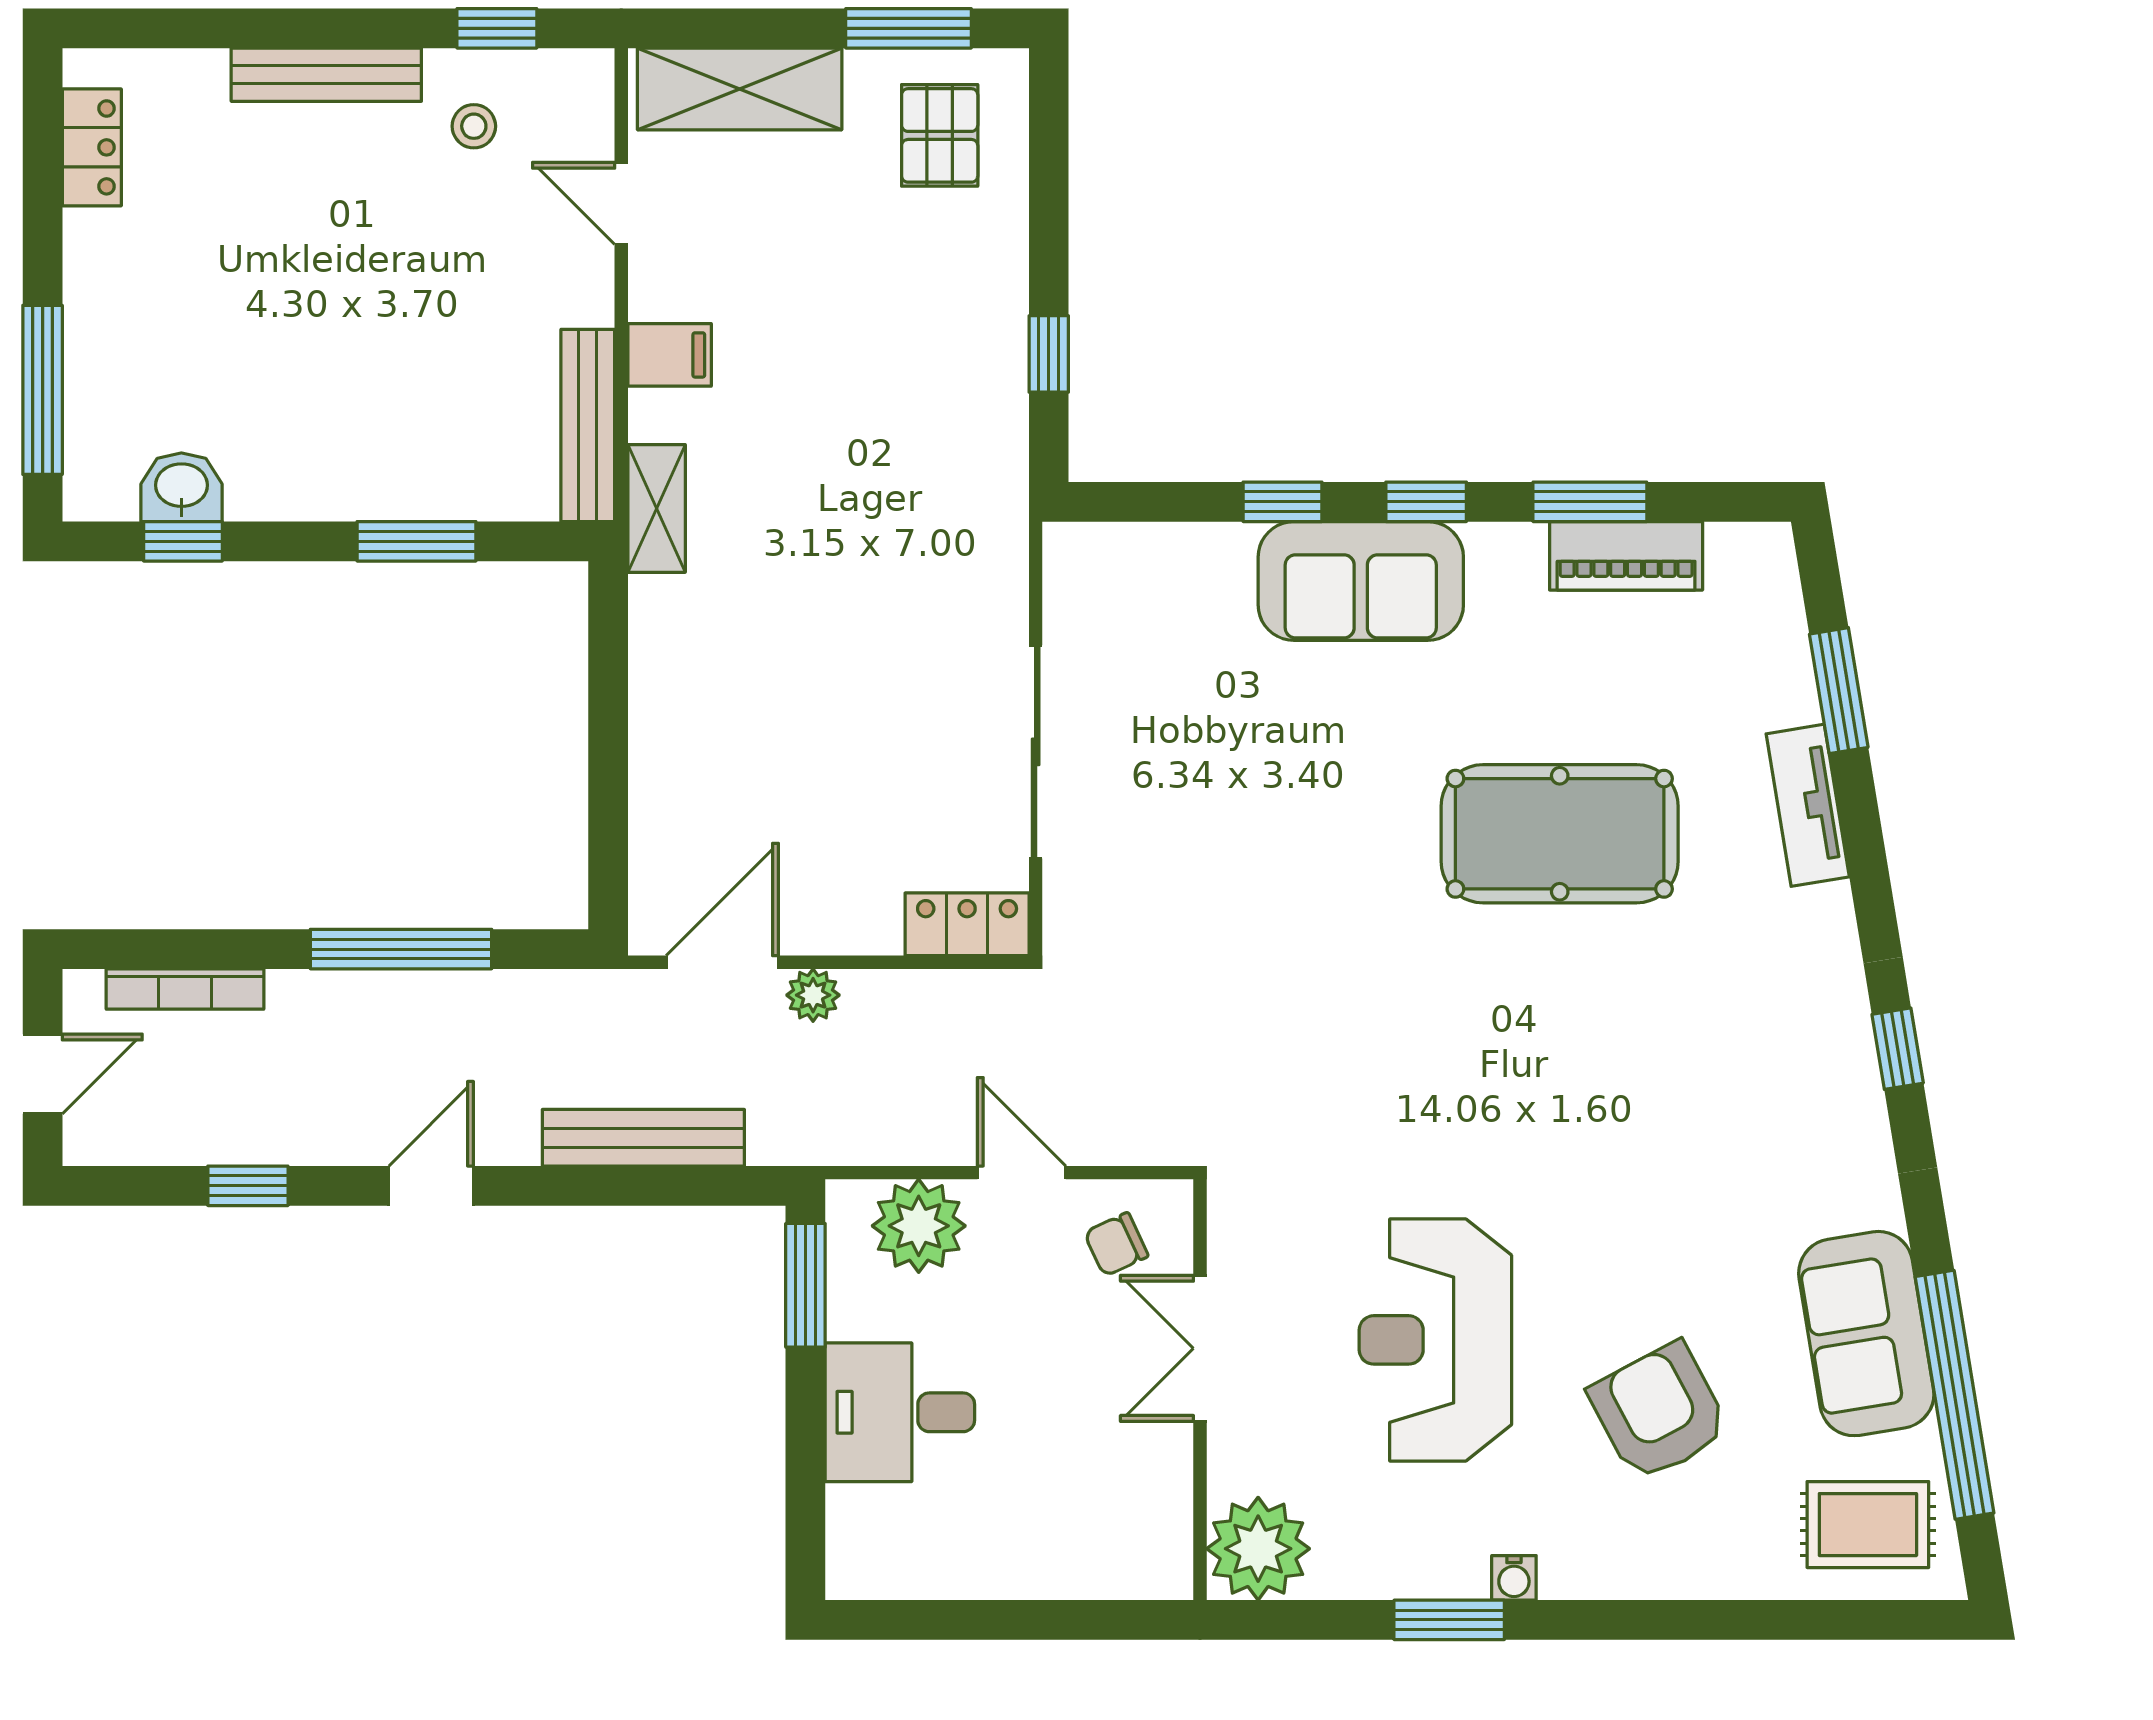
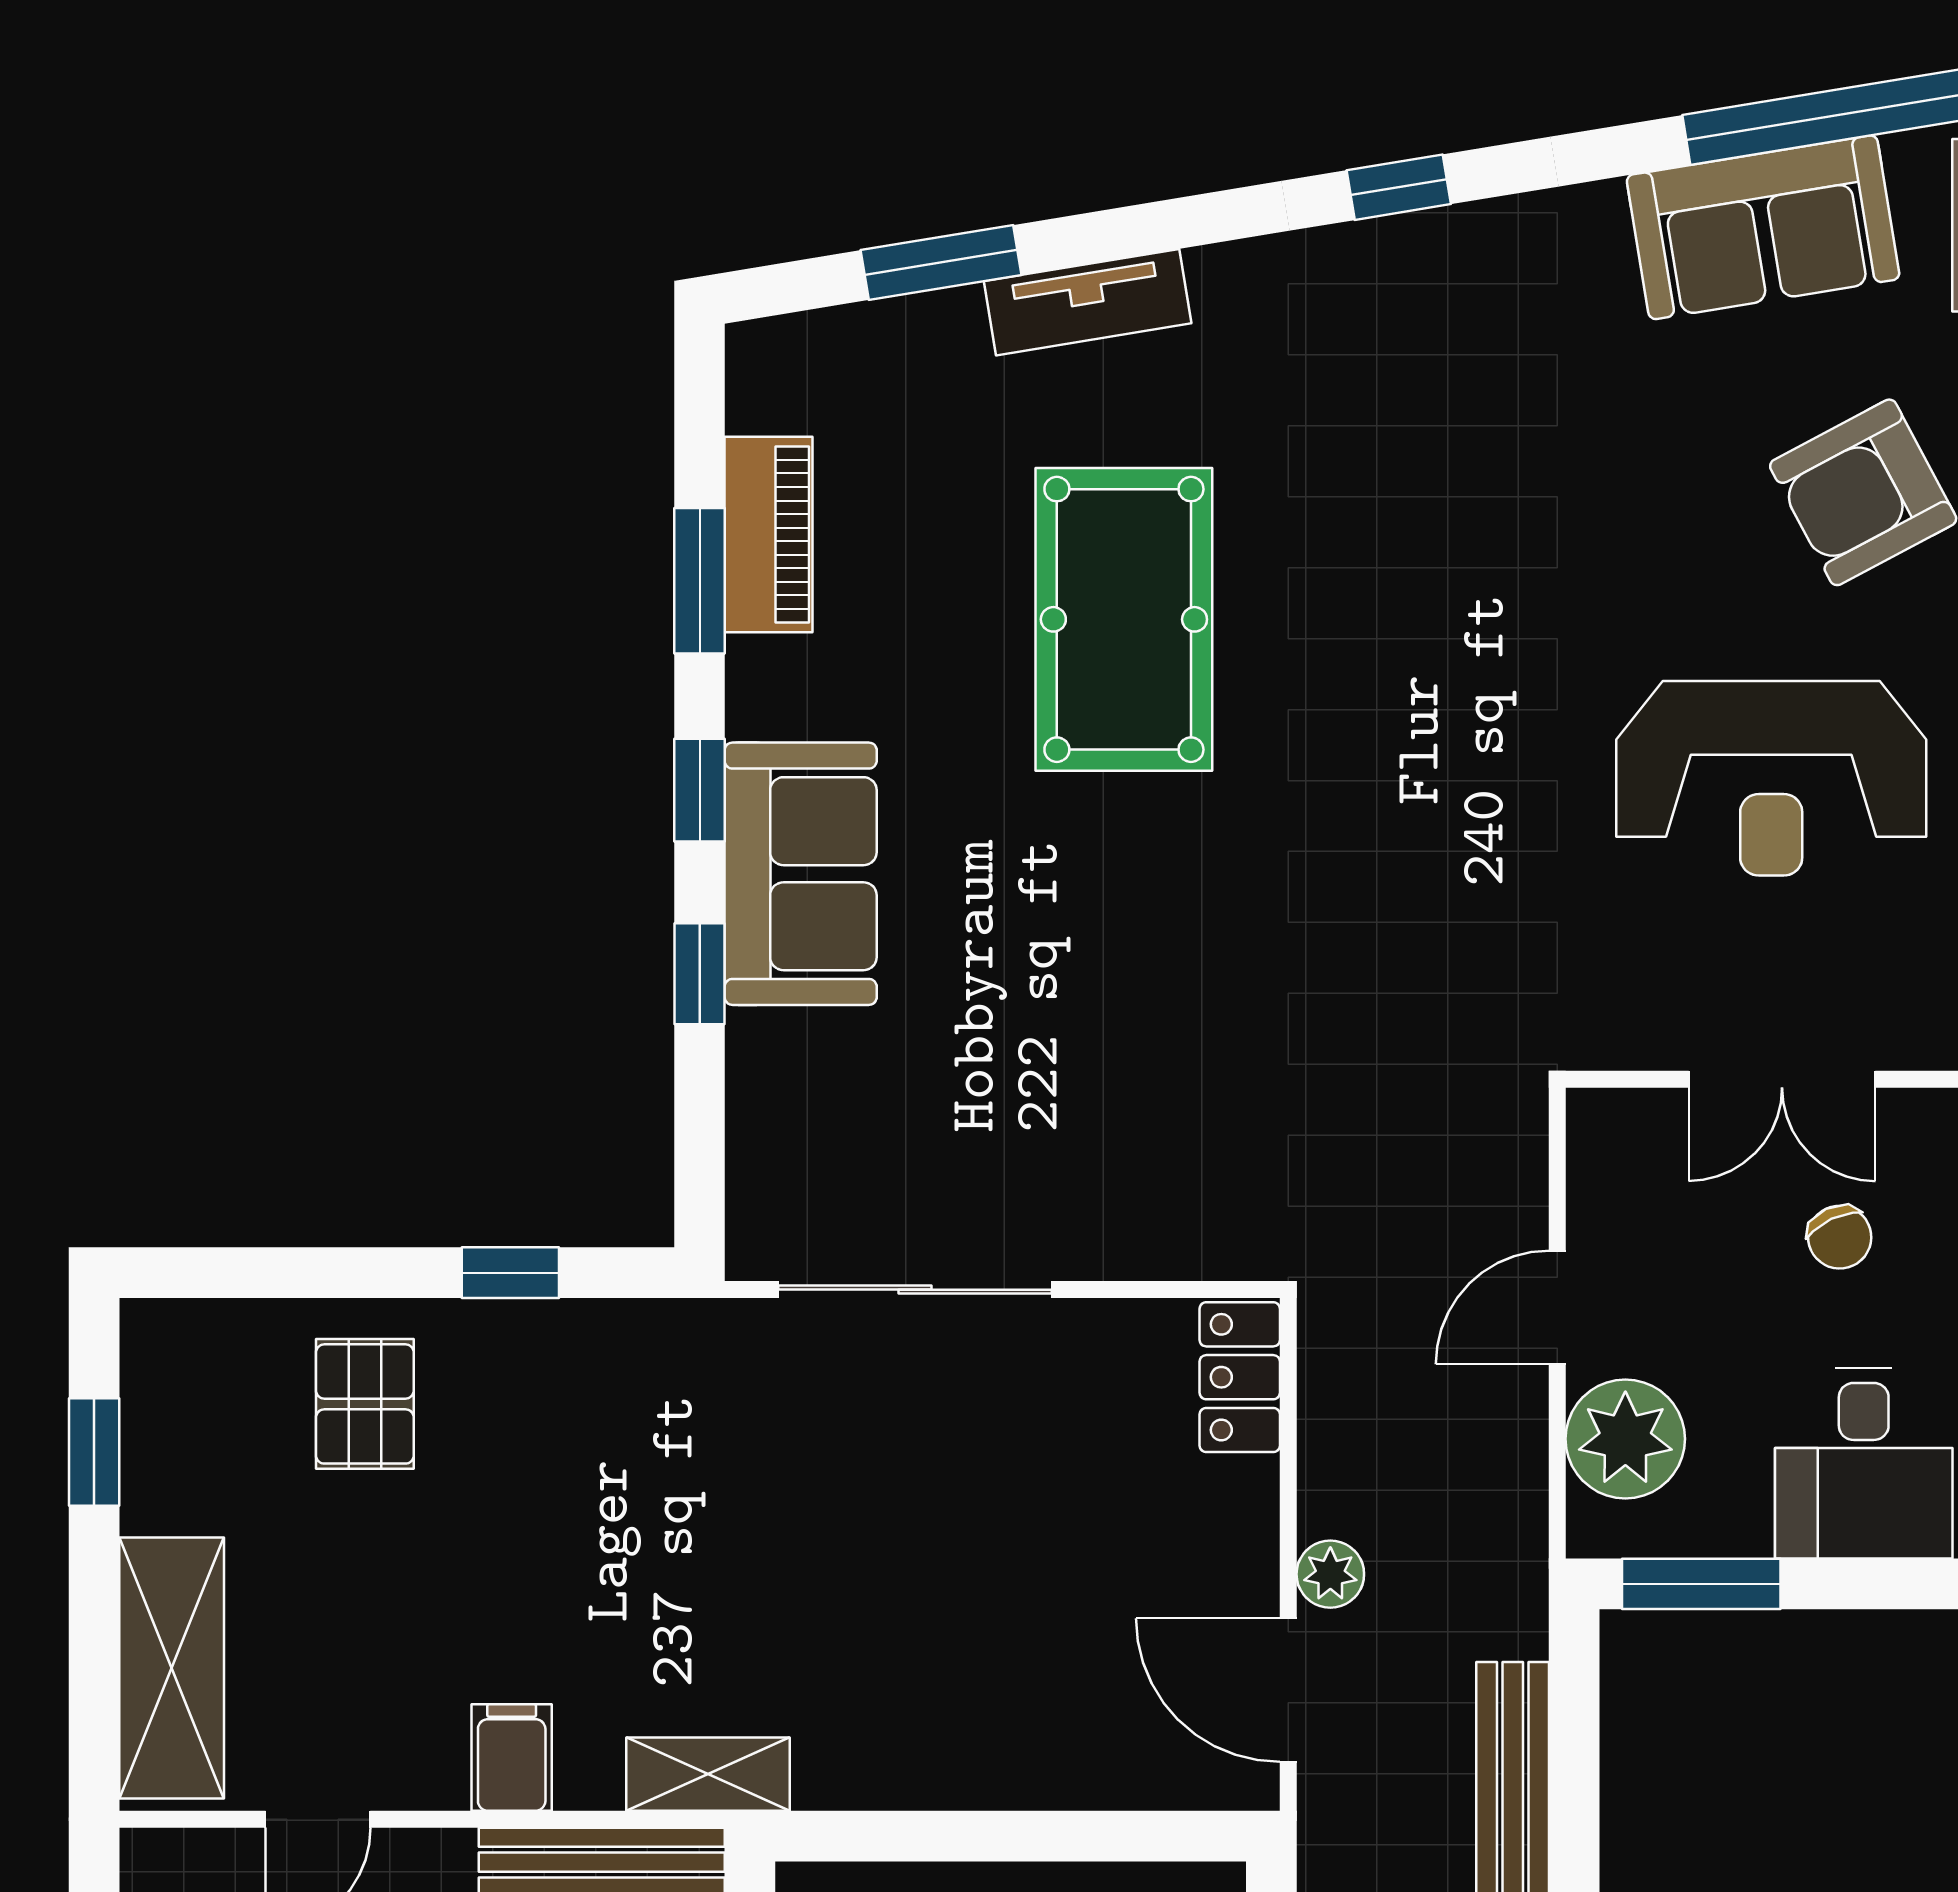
window: (909, 28) -> (94, 1452), width x0.67
pallet: (940, 135) -> (365, 1404), moved, turned 90
sliding door: (1036, 752) -> (915, 1290), moved
chair: (1116, 1244) -> (1840, 1237), moved

